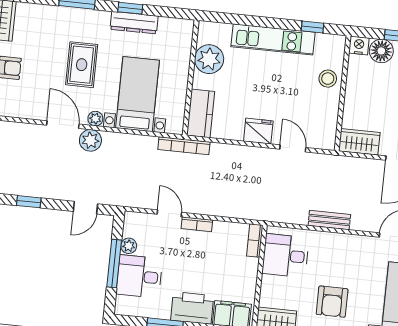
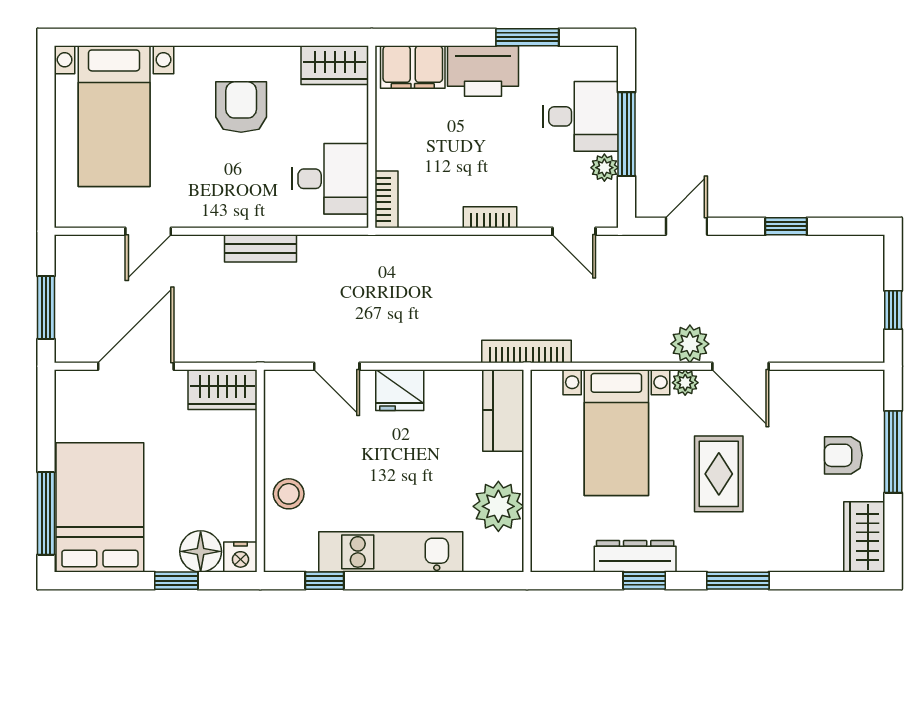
door: (169, 213) -> (574, 231), moved

